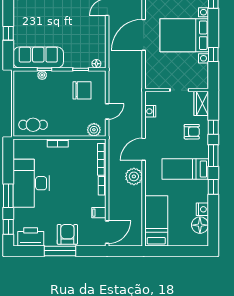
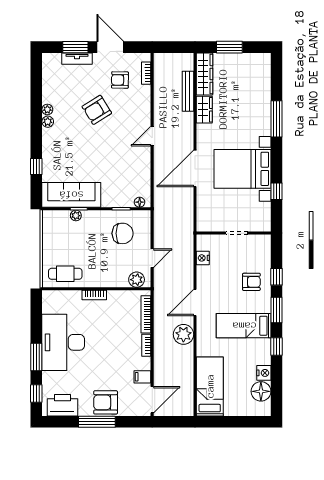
wardrobe: (201, 103) -> (263, 249), removed
armchair: (67, 234) -> (106, 402), turned -90

